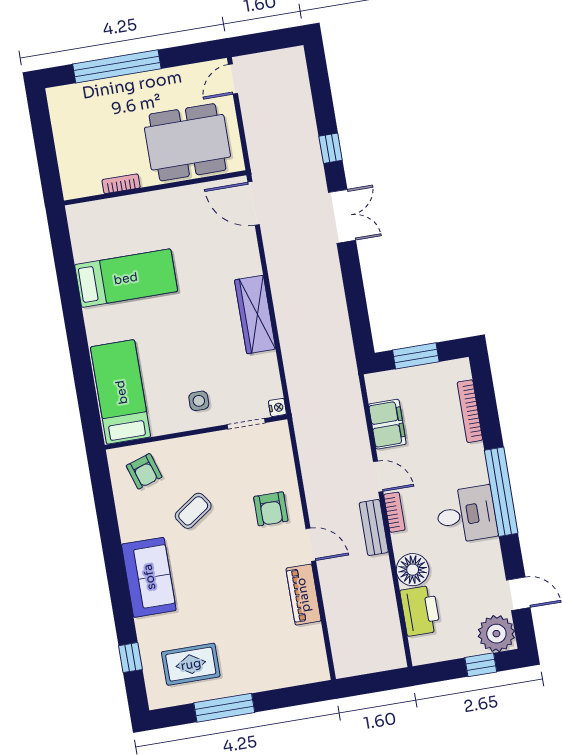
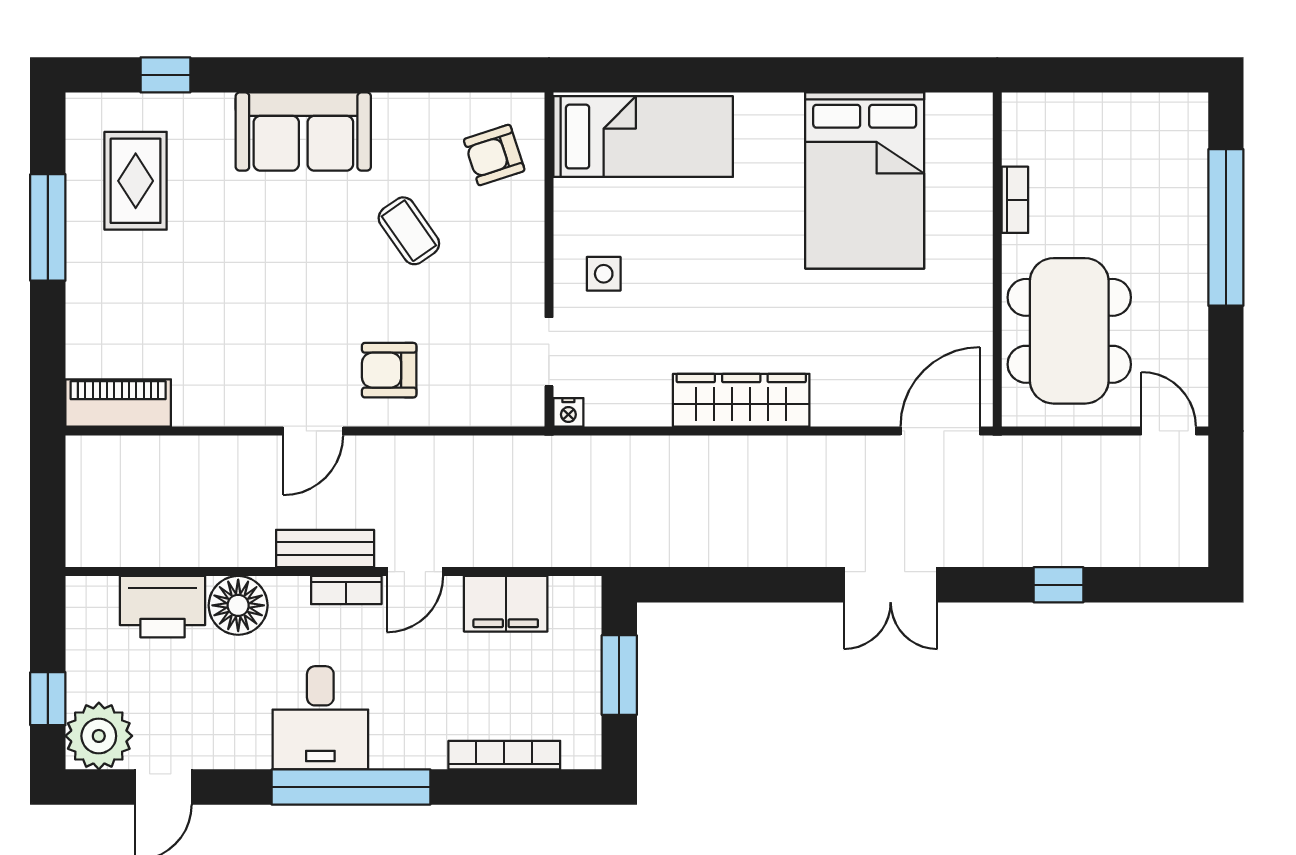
window: (331, 148) -> (1059, 585), moved
bed: (126, 278) -> (865, 181), width x1.50
piano: (303, 595) -> (118, 403), moved

